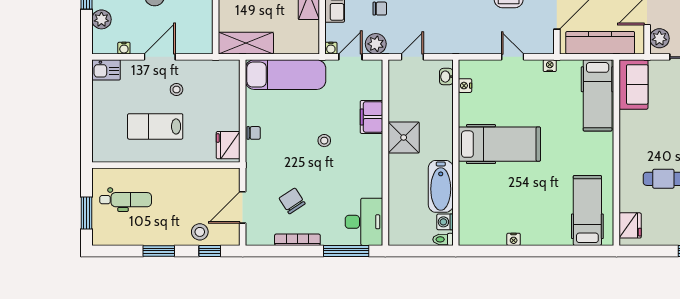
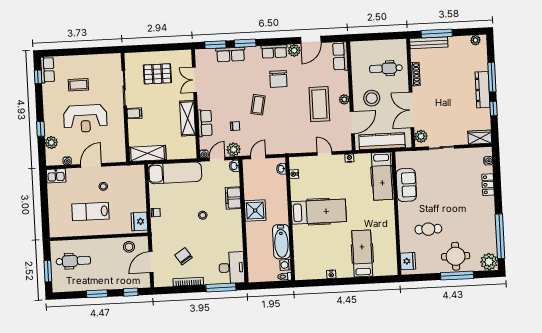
washbasin: (375, 69) -> (234, 166), added
sofa: (634, 84) -> (406, 185), moved
hospital bed: (587, 210) -> (362, 253), moved
stool: (200, 232) -> (129, 247), moved

